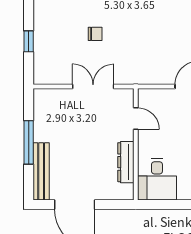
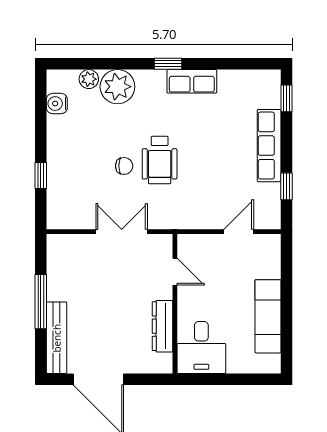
wheelchair: (124, 29) -> (160, 160), added

